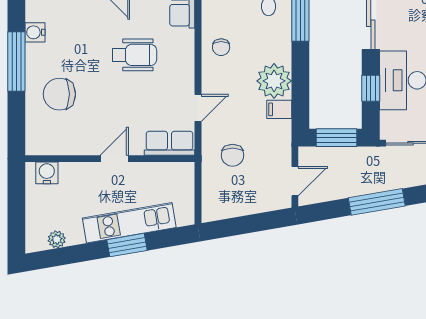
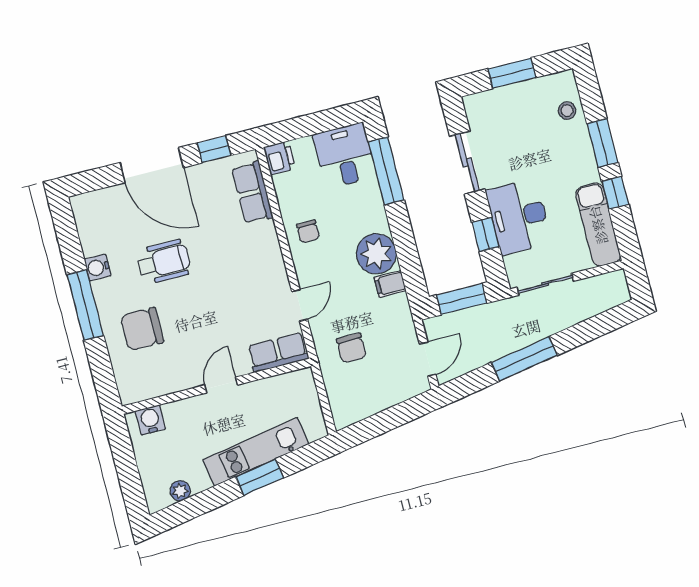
wheelchair: (134, 55) -> (164, 262), moved

